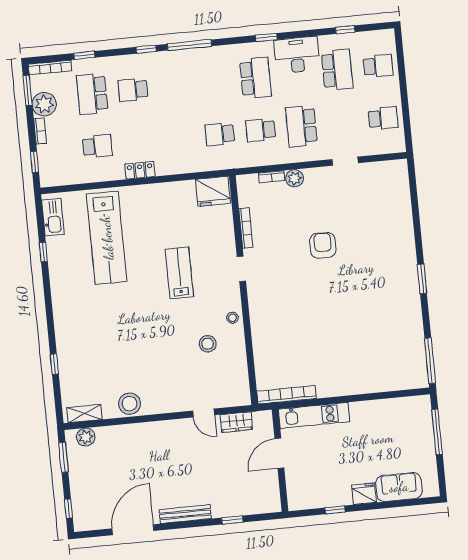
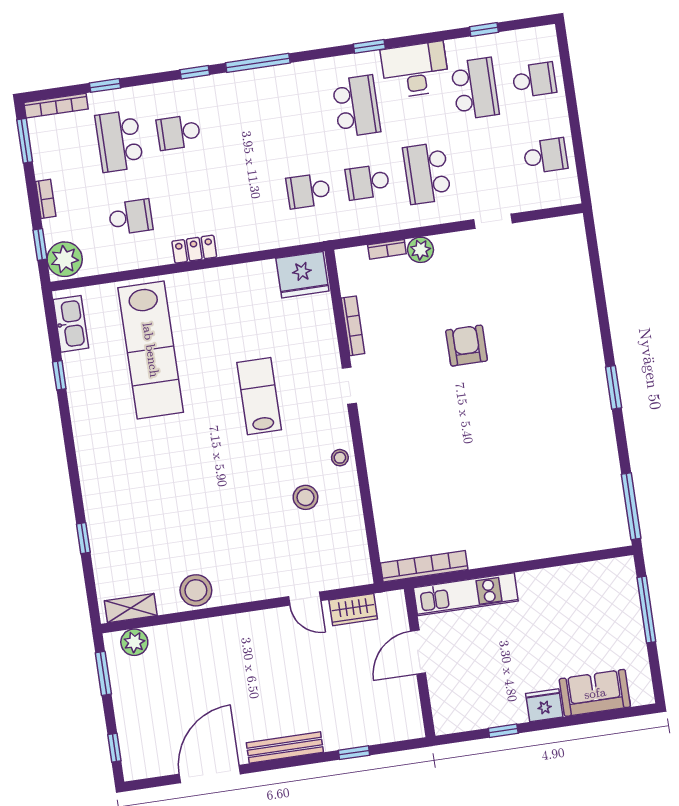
plant: (44, 104) -> (65, 259), moved

